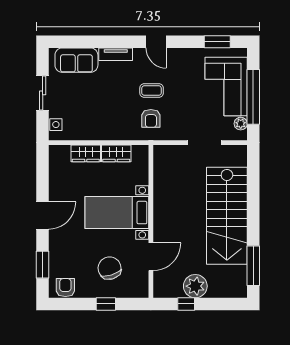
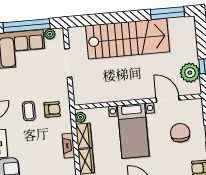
fireplace: (106, 134) -> (68, 146), added
plant: (139, 151) -> (80, 117), added
chair: (110, 268) -> (180, 133), turned 107
plant: (195, 286) -> (190, 73), moved

